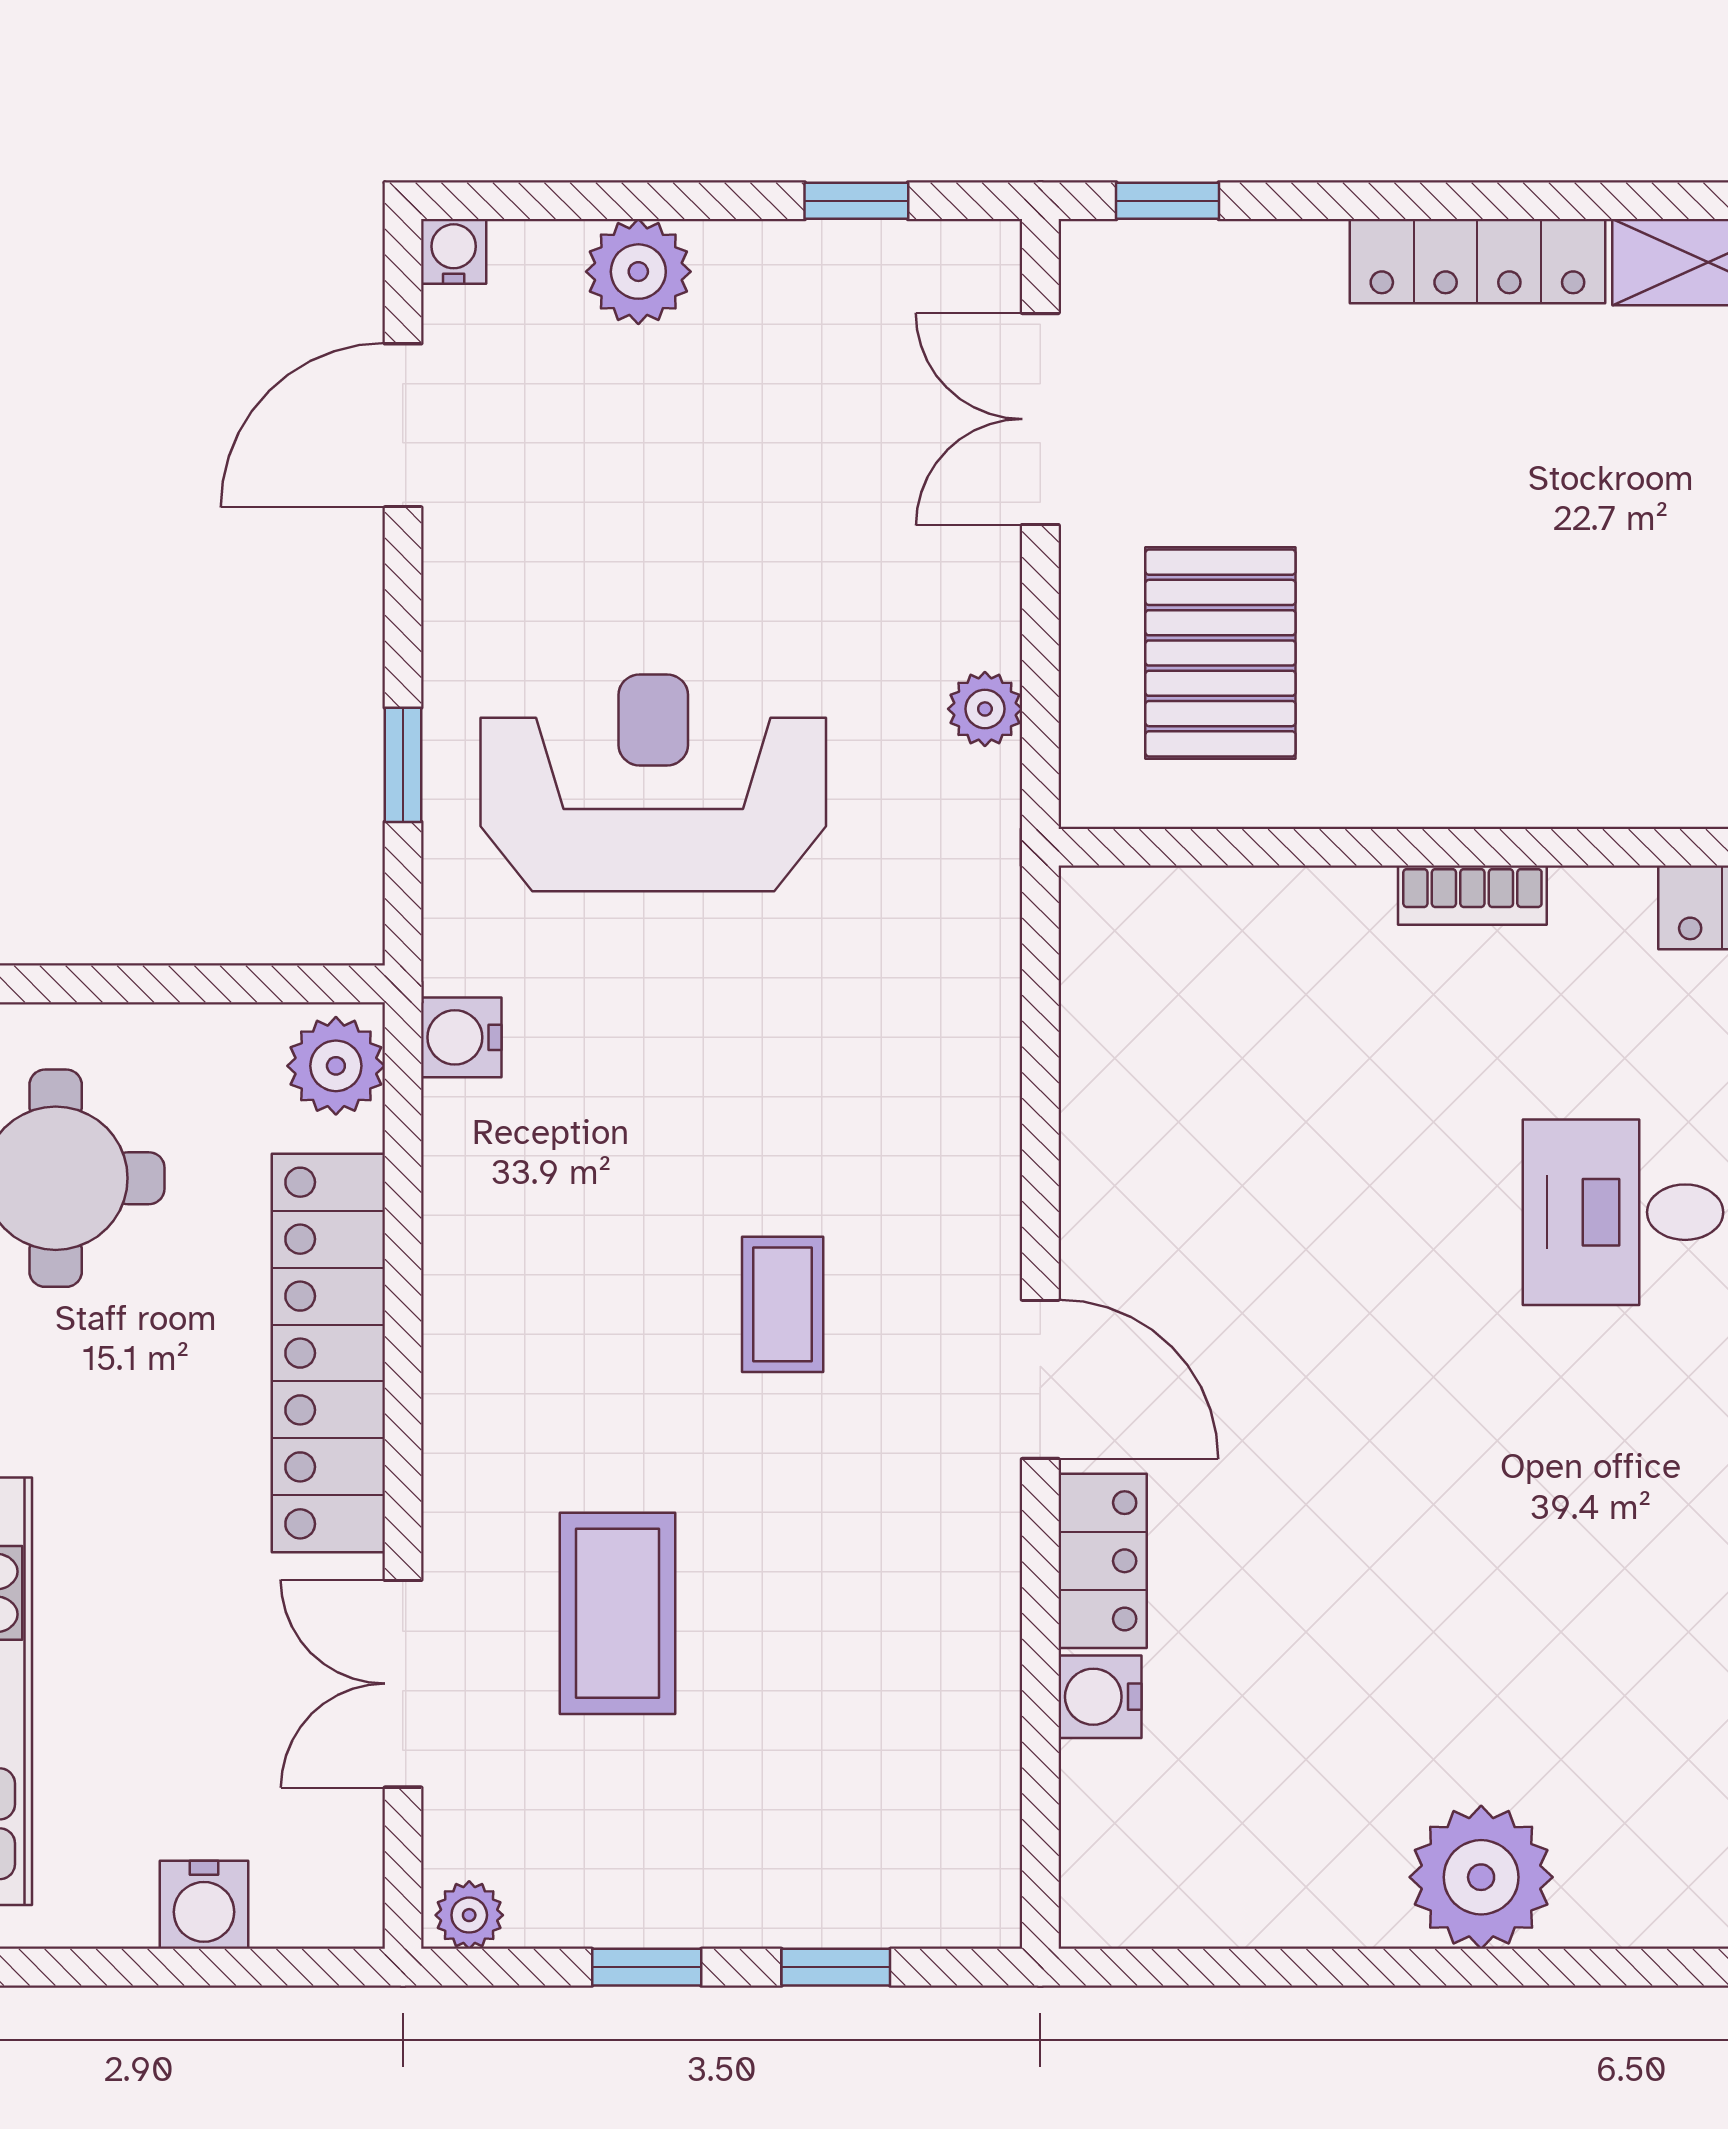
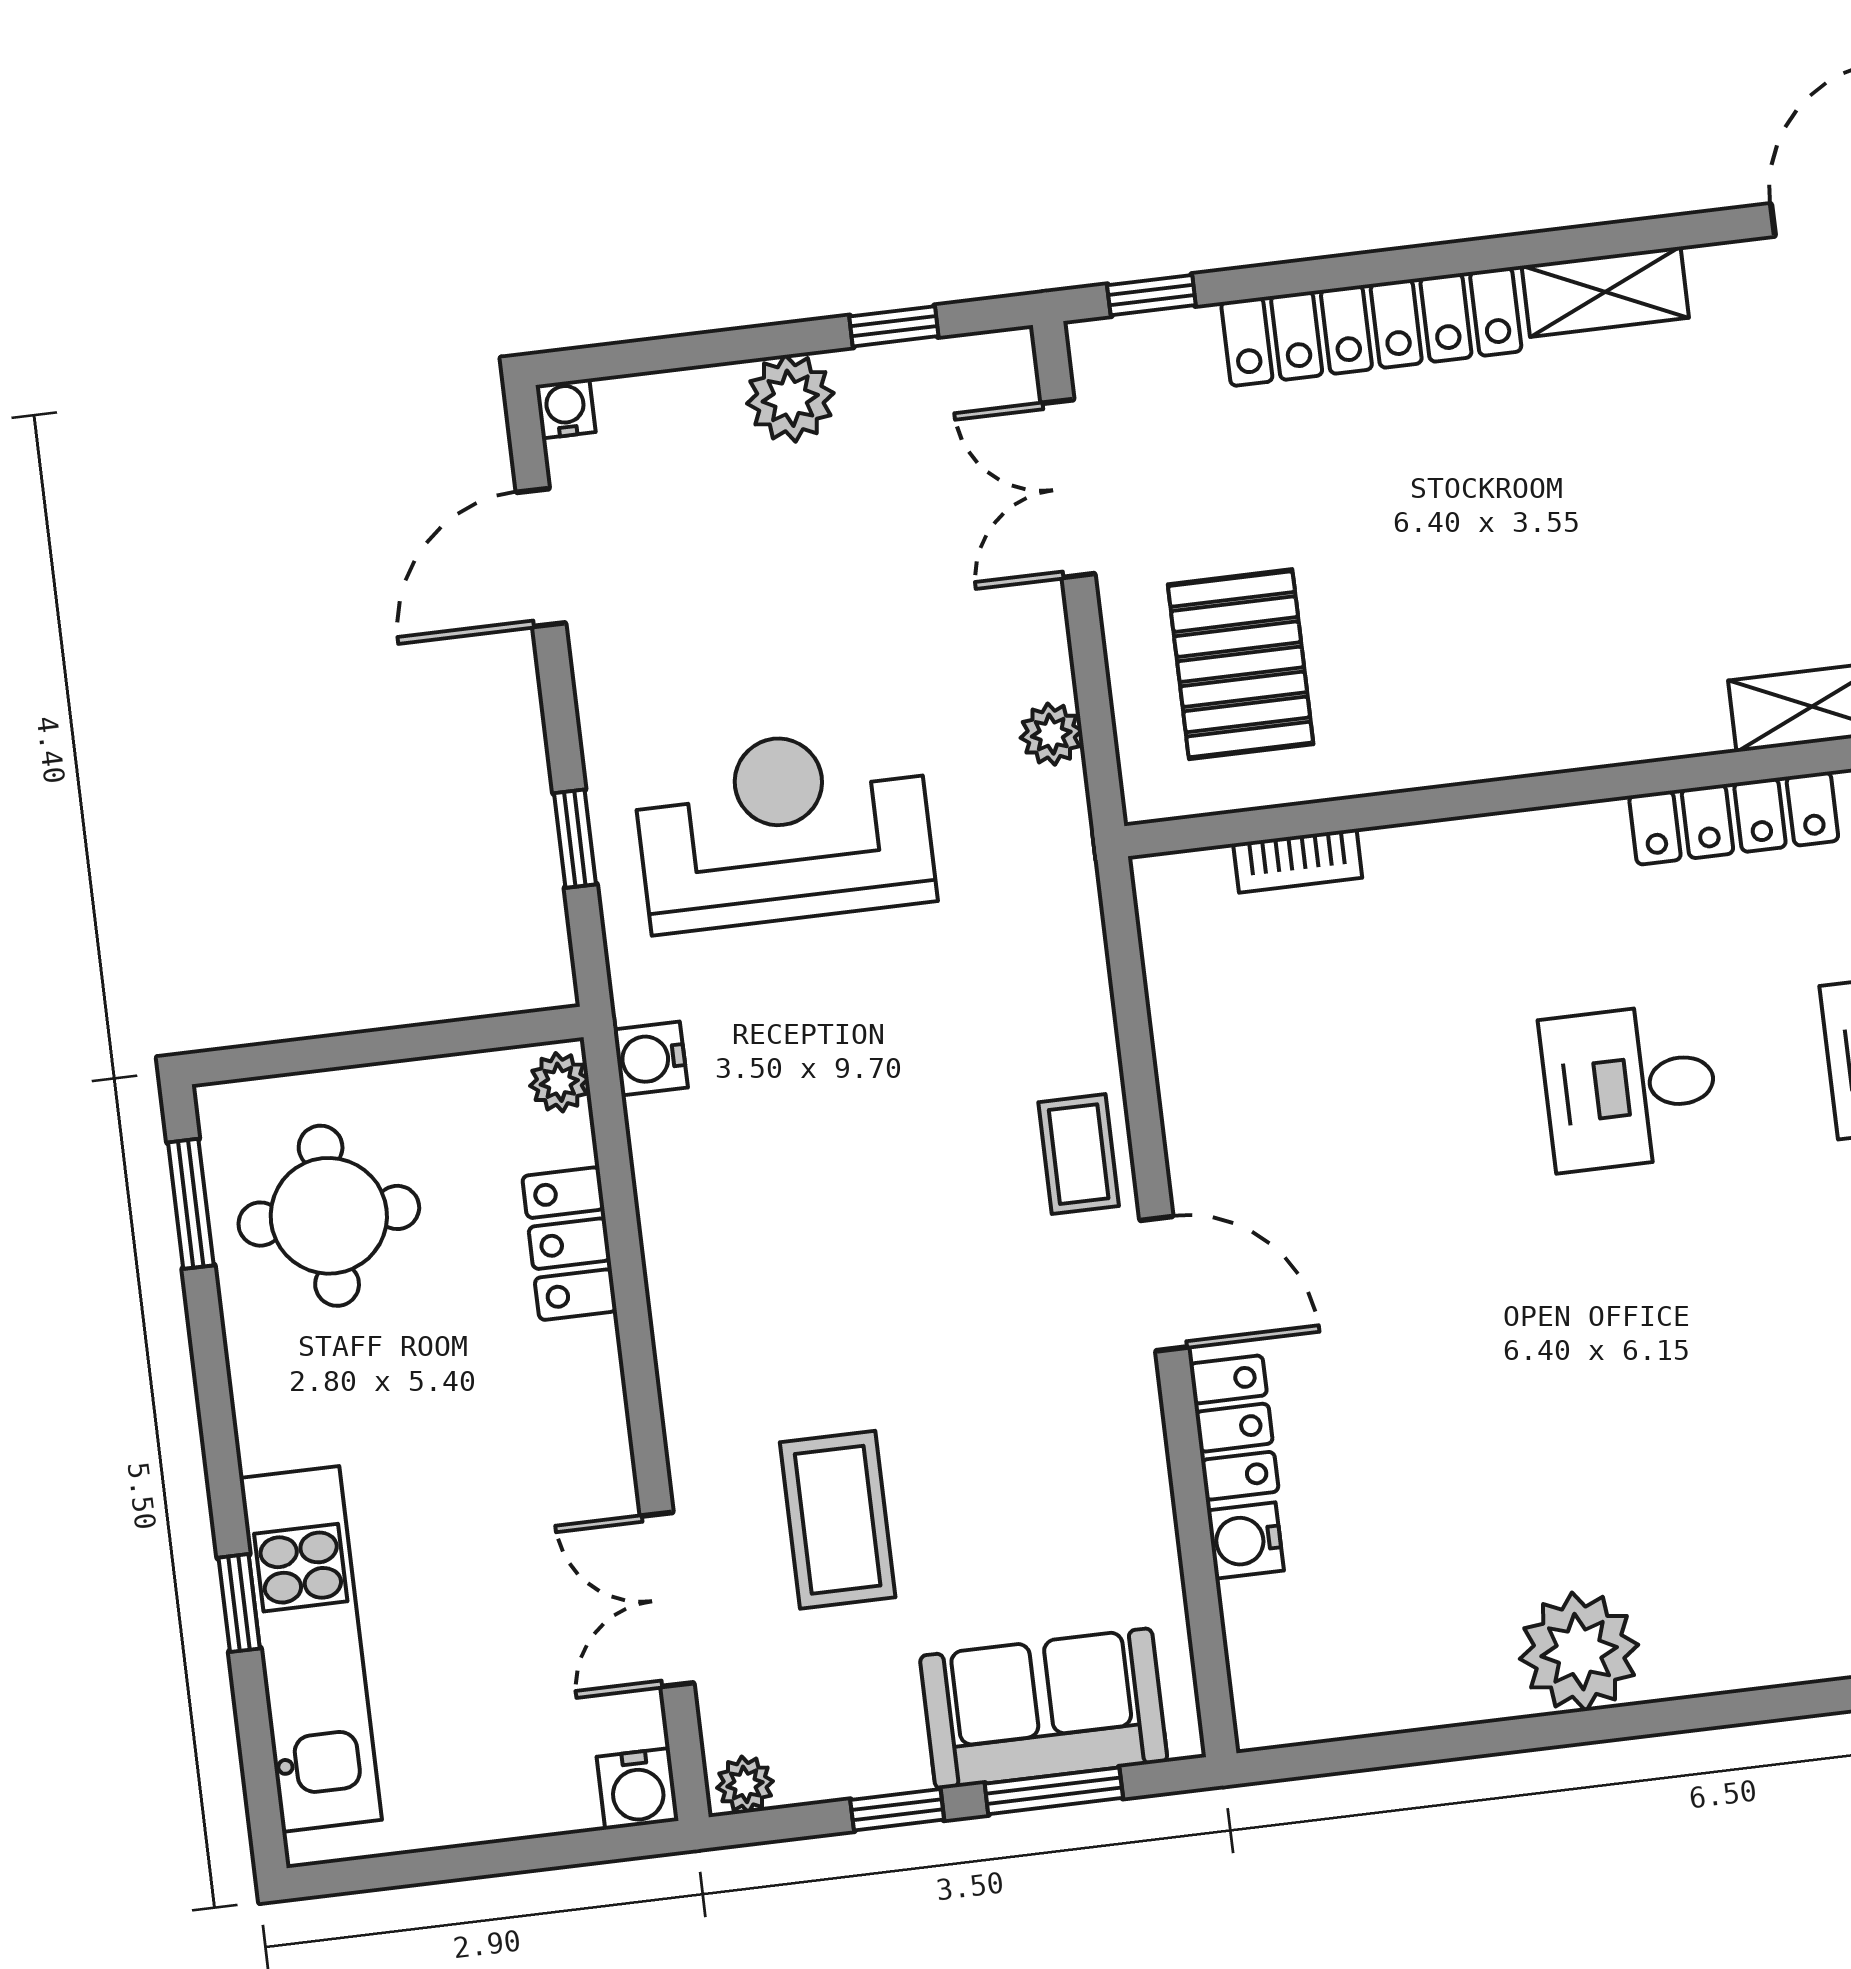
locker: (1477, 261) -> (1371, 327), width x1.41, depth x1.21
plant: (638, 272) -> (790, 398), moved
bookcase: (1472, 895) -> (1298, 861), moved
plant: (336, 1066) -> (559, 1082), width x0.73, depth x0.73
coffee table: (783, 1304) -> (1079, 1154), moved
locker: (328, 1353) -> (569, 1244), width x0.46, depth x0.83
sofa: (836, 1868) -> (1044, 1709), added
water cooler: (204, 1905) -> (638, 1789), moved
window: (836, 1967) -> (1054, 1791), width x1.50

